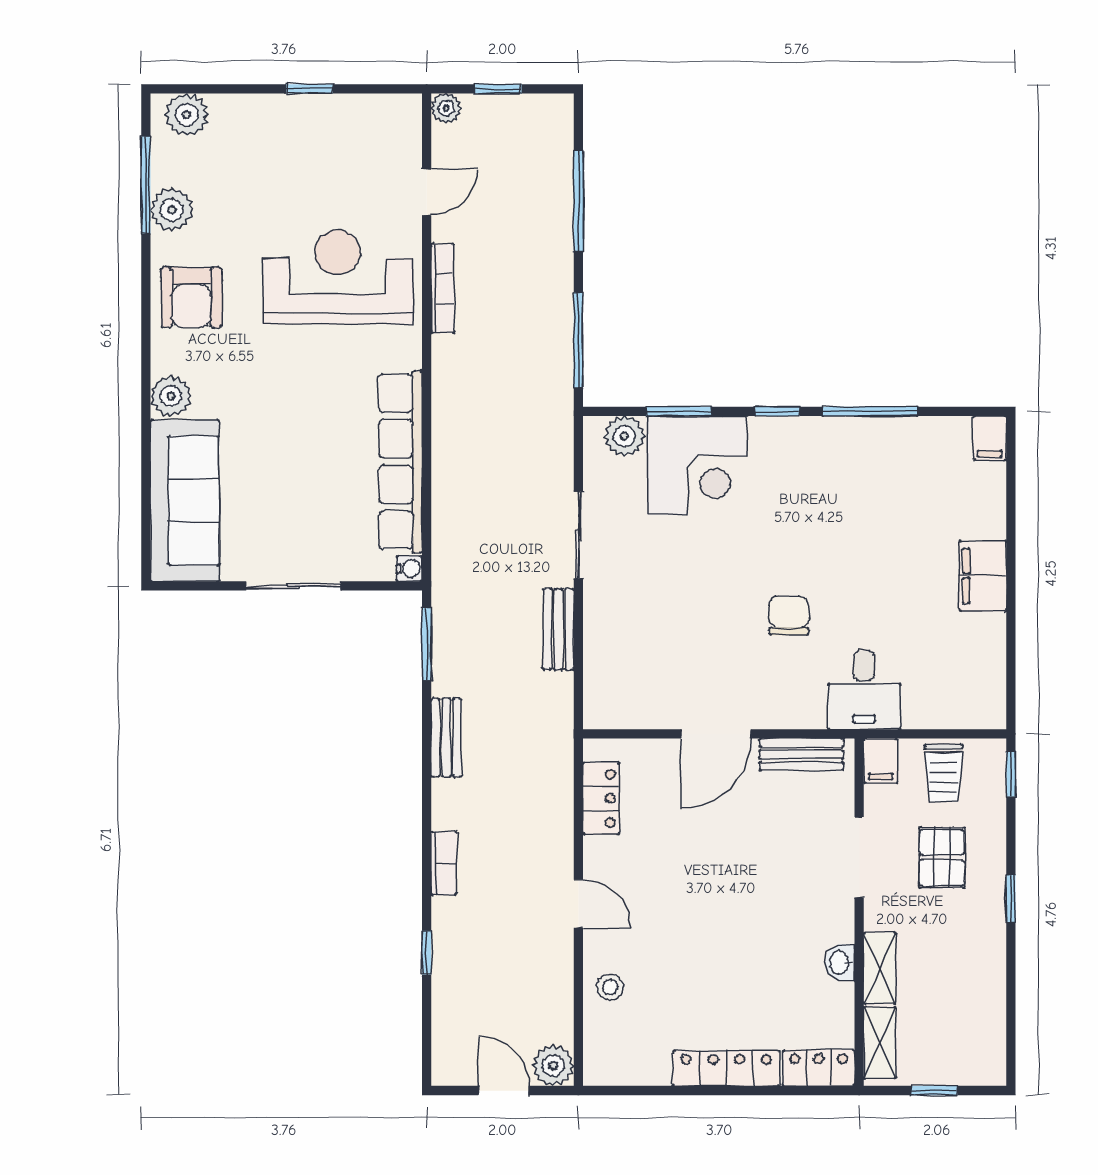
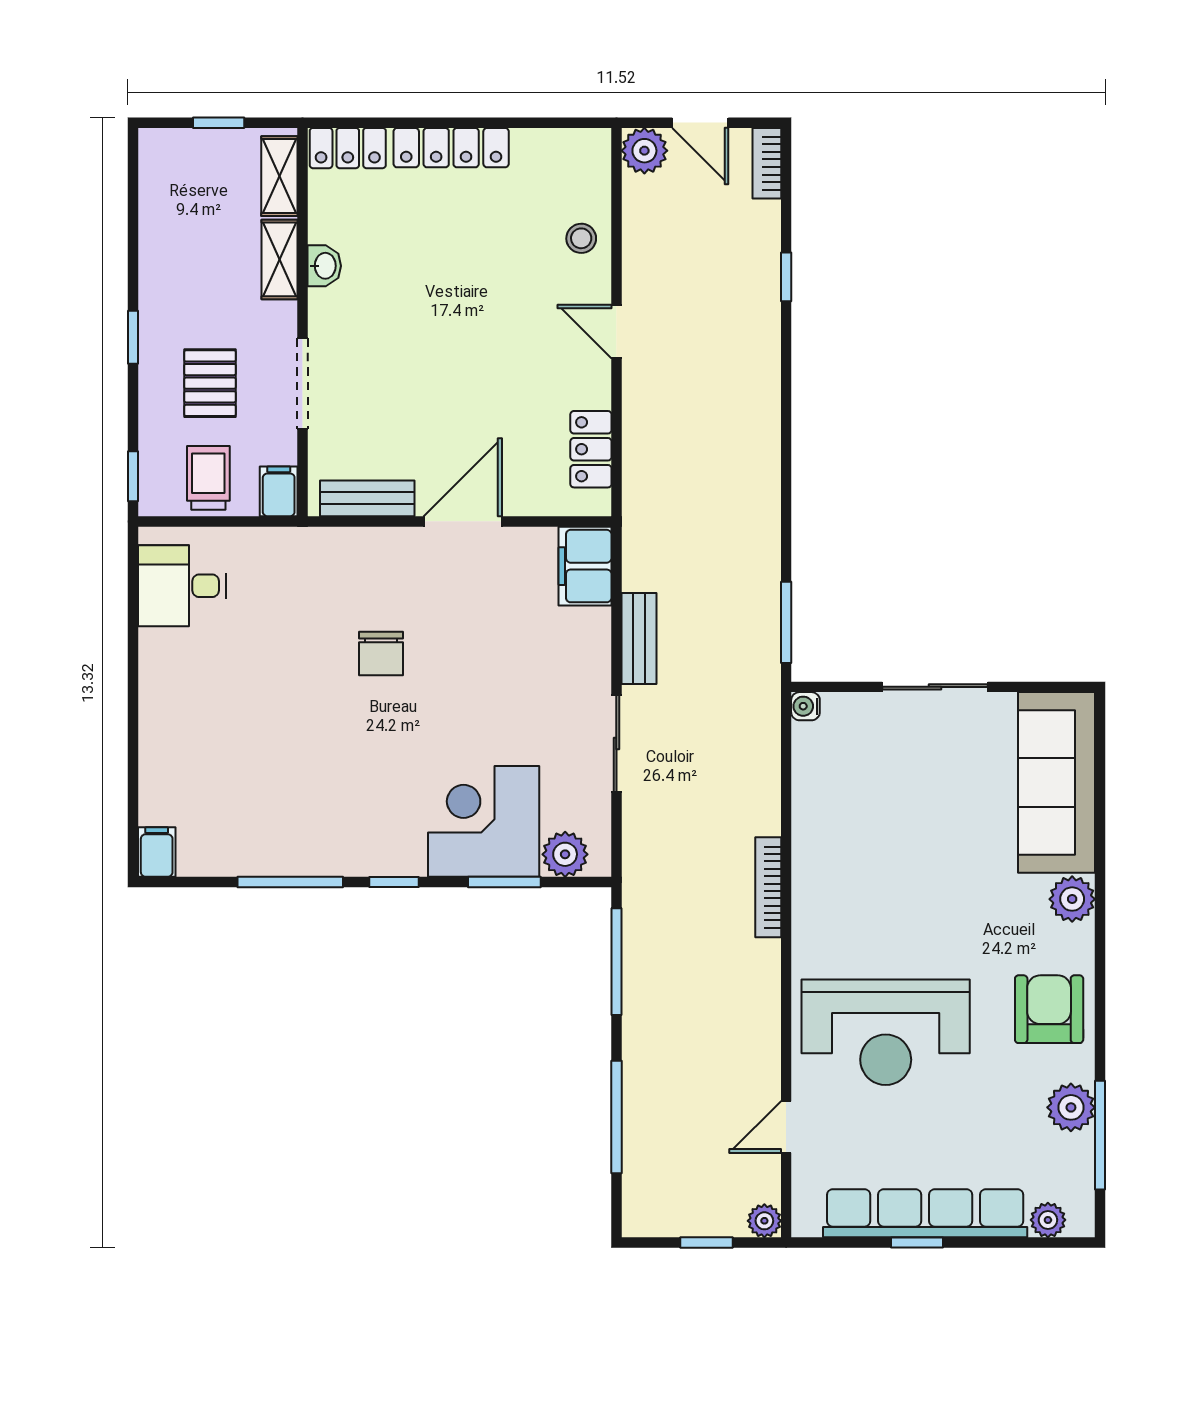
plant: (187, 115) -> (1048, 1220), width x0.73, depth x0.73
bookcase: (443, 288) -> (768, 887), moved
row of seats: (400, 462) -> (925, 1213), moved, turned -90
filing cabinet: (983, 576) -> (585, 566), moved, turned 180
desk: (864, 690) -> (182, 586), moved, turned -90
bench: (446, 738) -> (764, 517), removed
bookcase: (444, 863) -> (767, 163), moved

